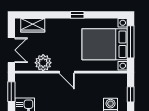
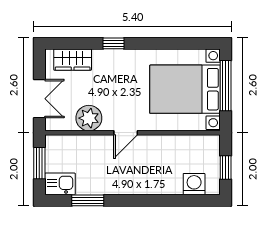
window: (77, 15) -> (114, 43), moved
door: (67, 72) -> (126, 133), hinge flipped

